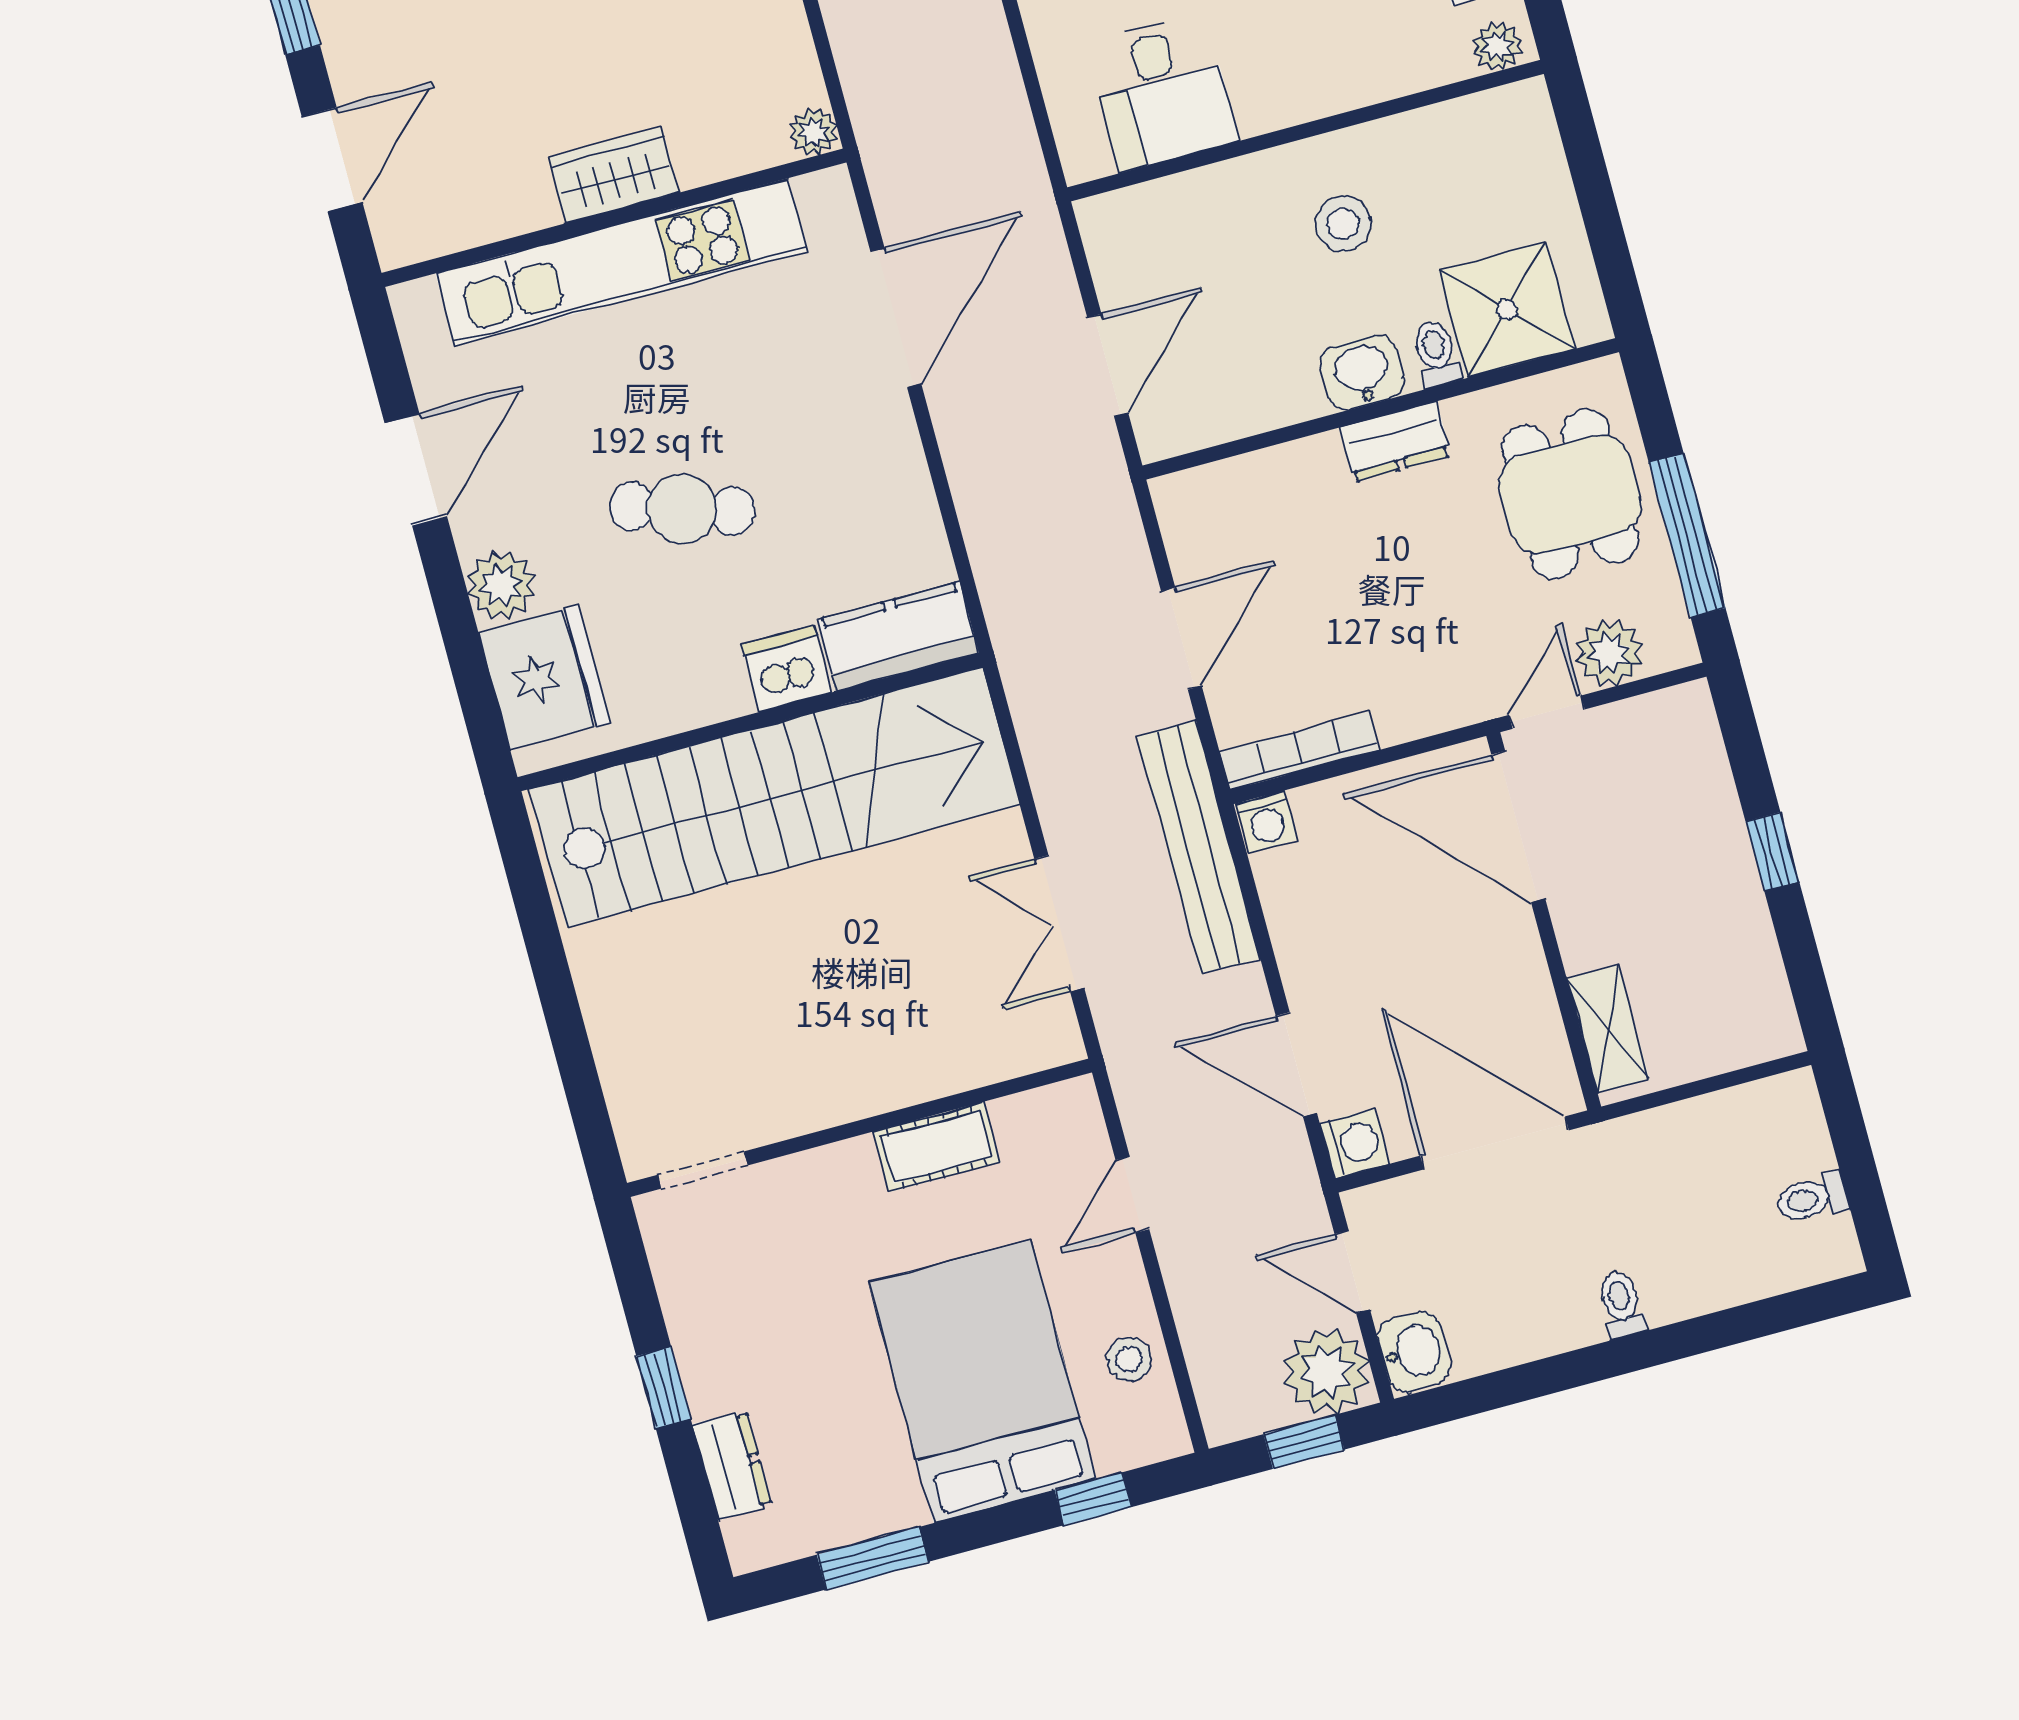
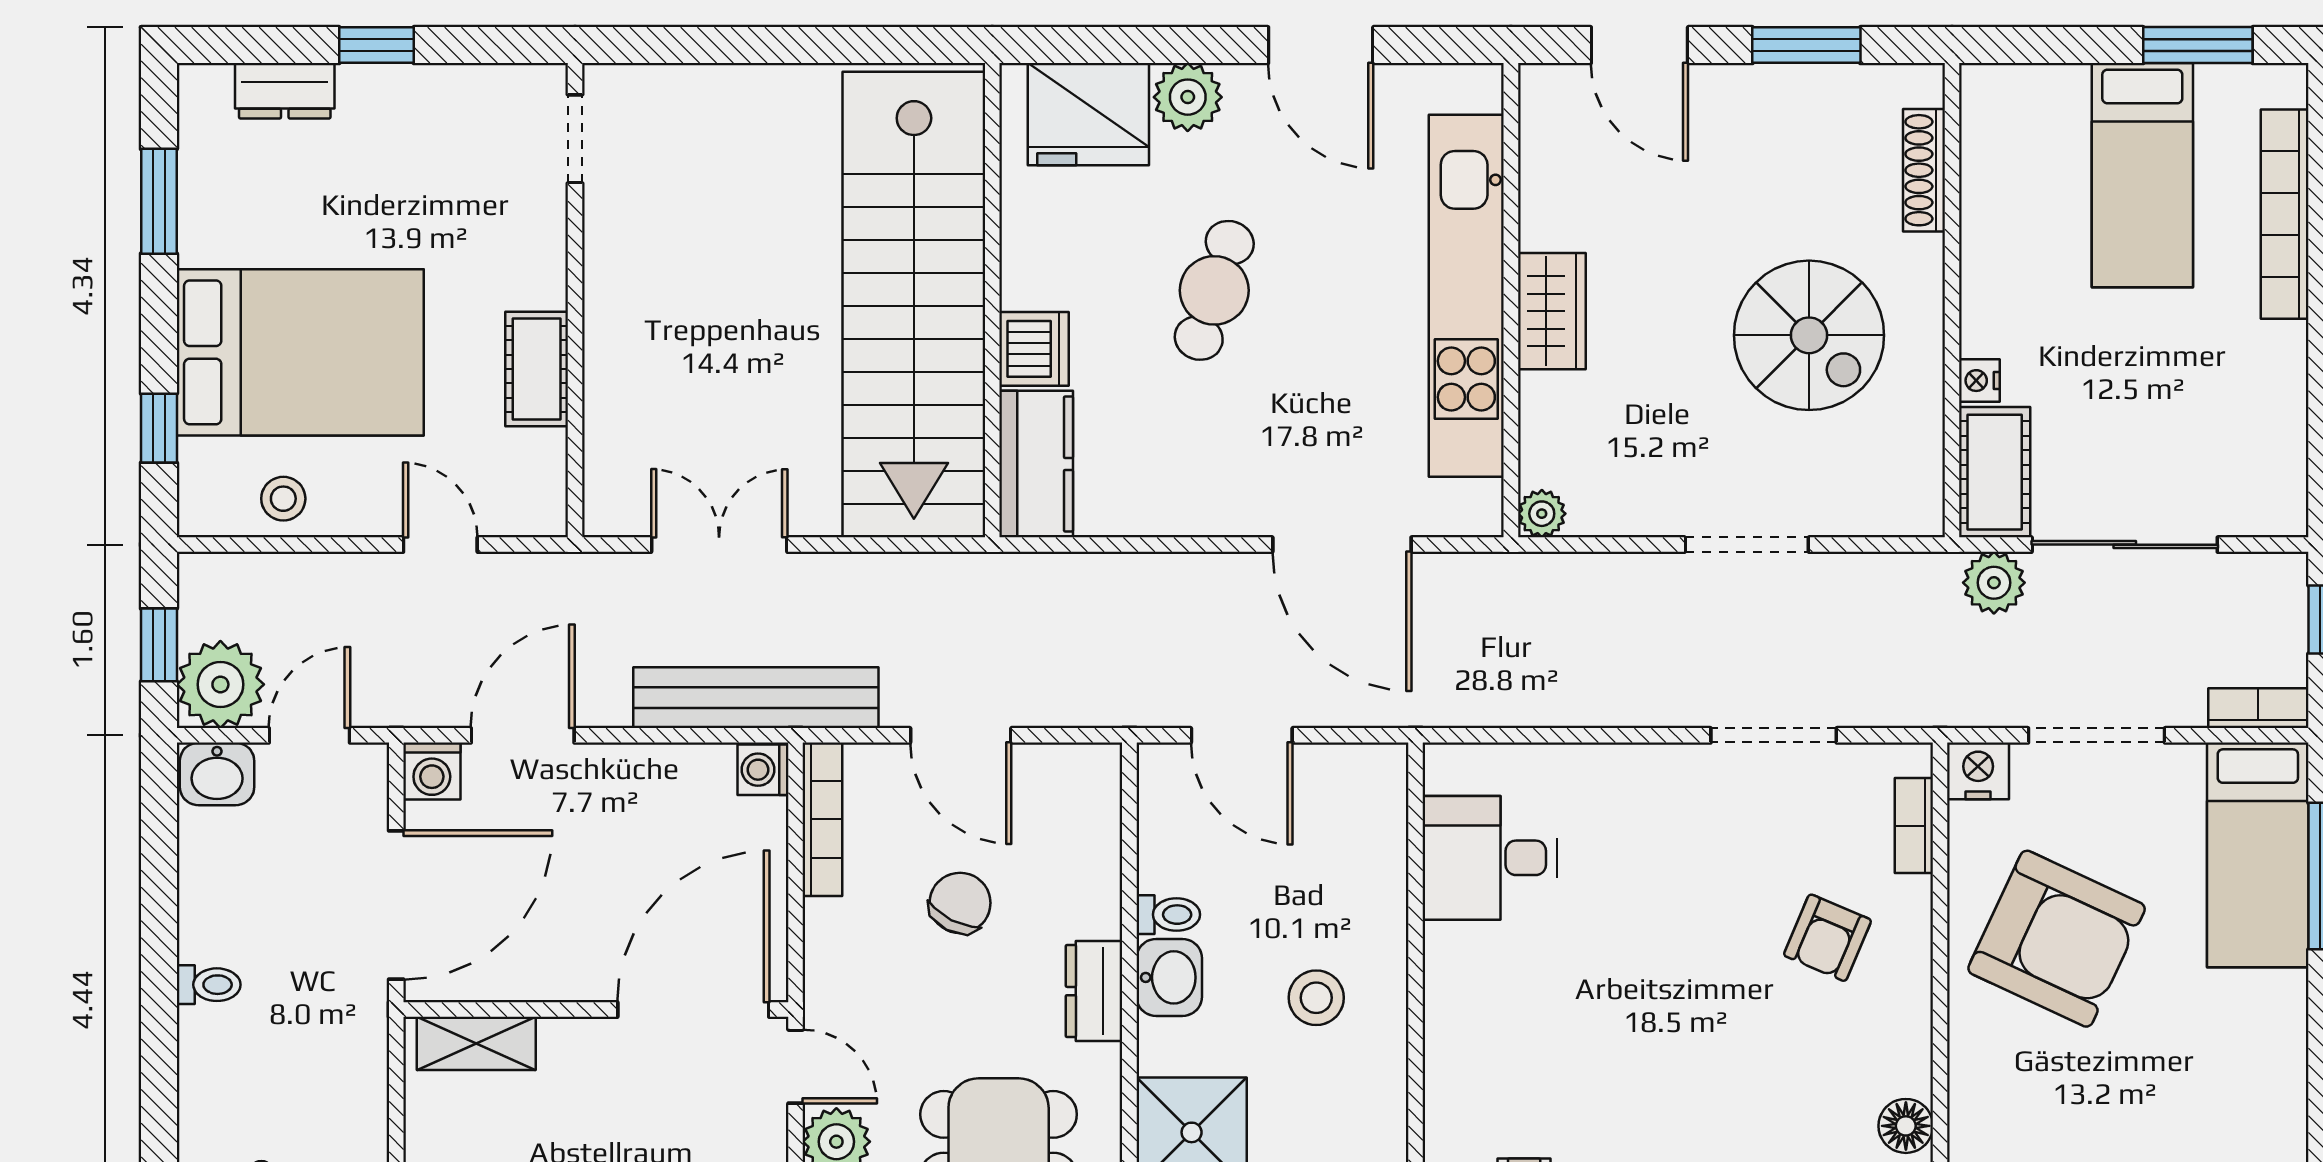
toilet: (1436, 353) -> (1168, 915), moved
chair: (1345, 595) -> (960, 903), added

